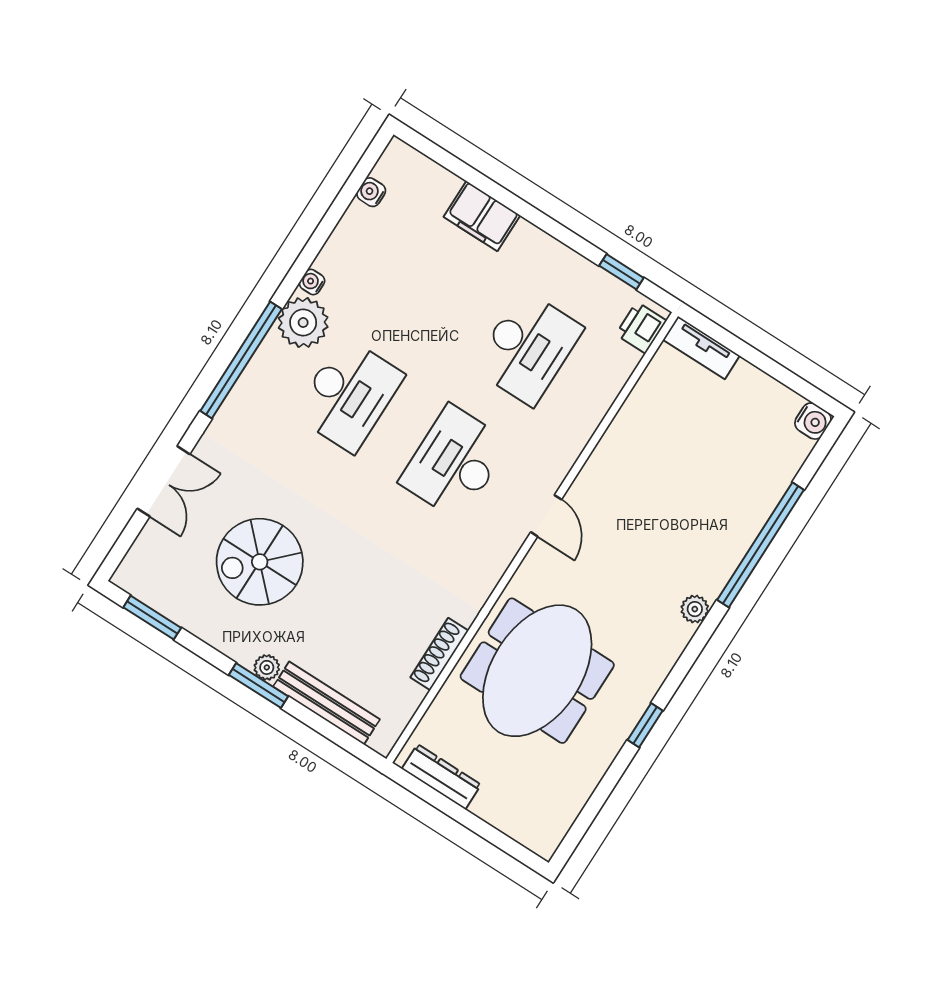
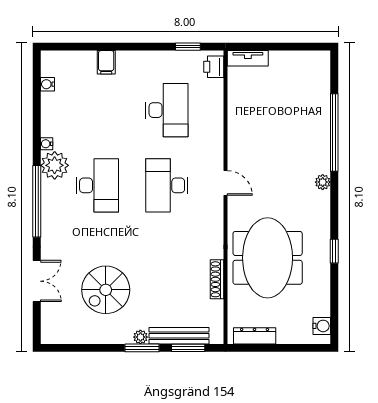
filing cabinet: (482, 216) -> (106, 62), width x0.50
water cooler: (813, 421) -> (322, 326), moved
window: (152, 618) -> (188, 348), moved

